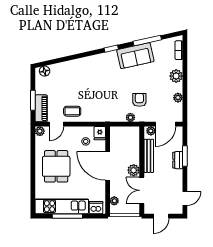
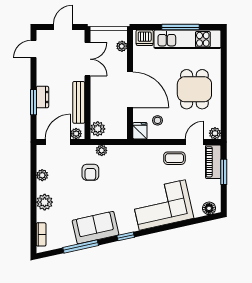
corner sofa: (82, 74) -> (162, 205), added
plant: (134, 170) -> (98, 129), moved

